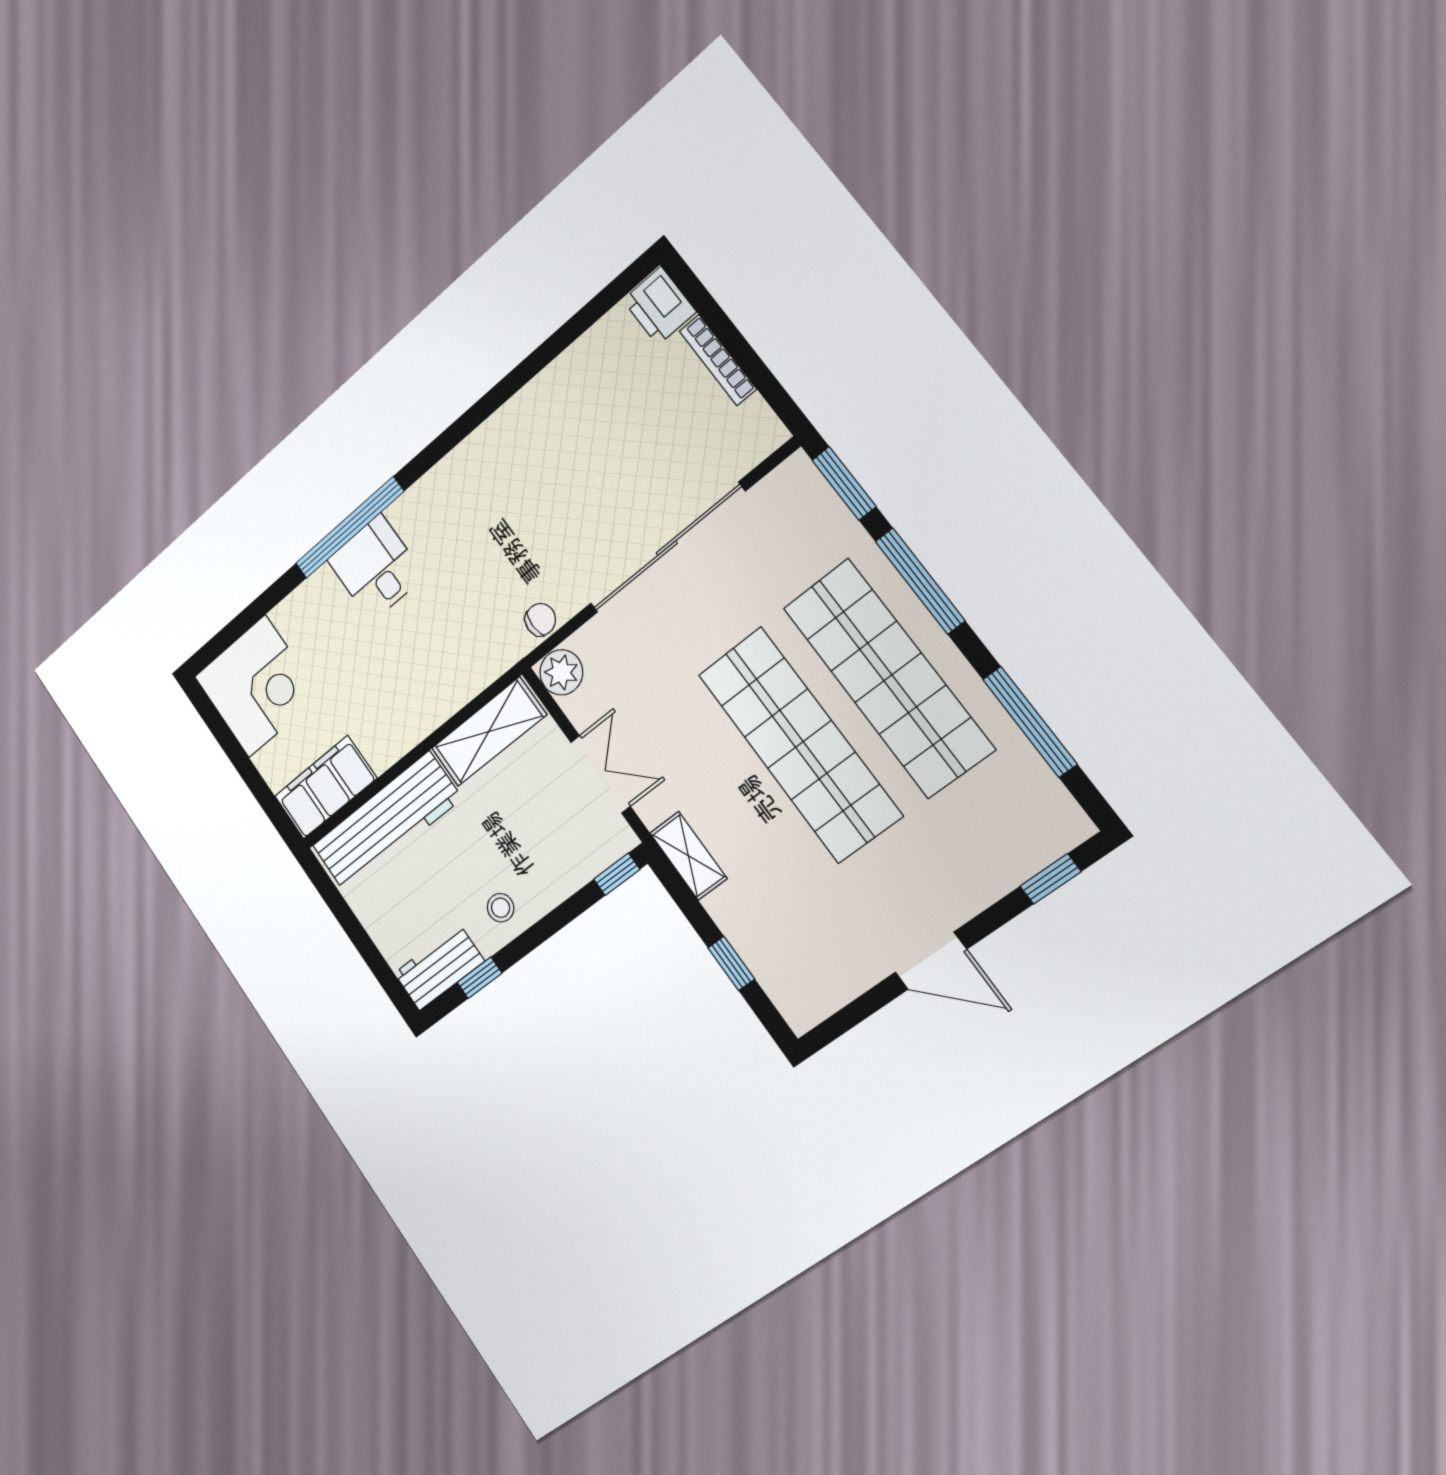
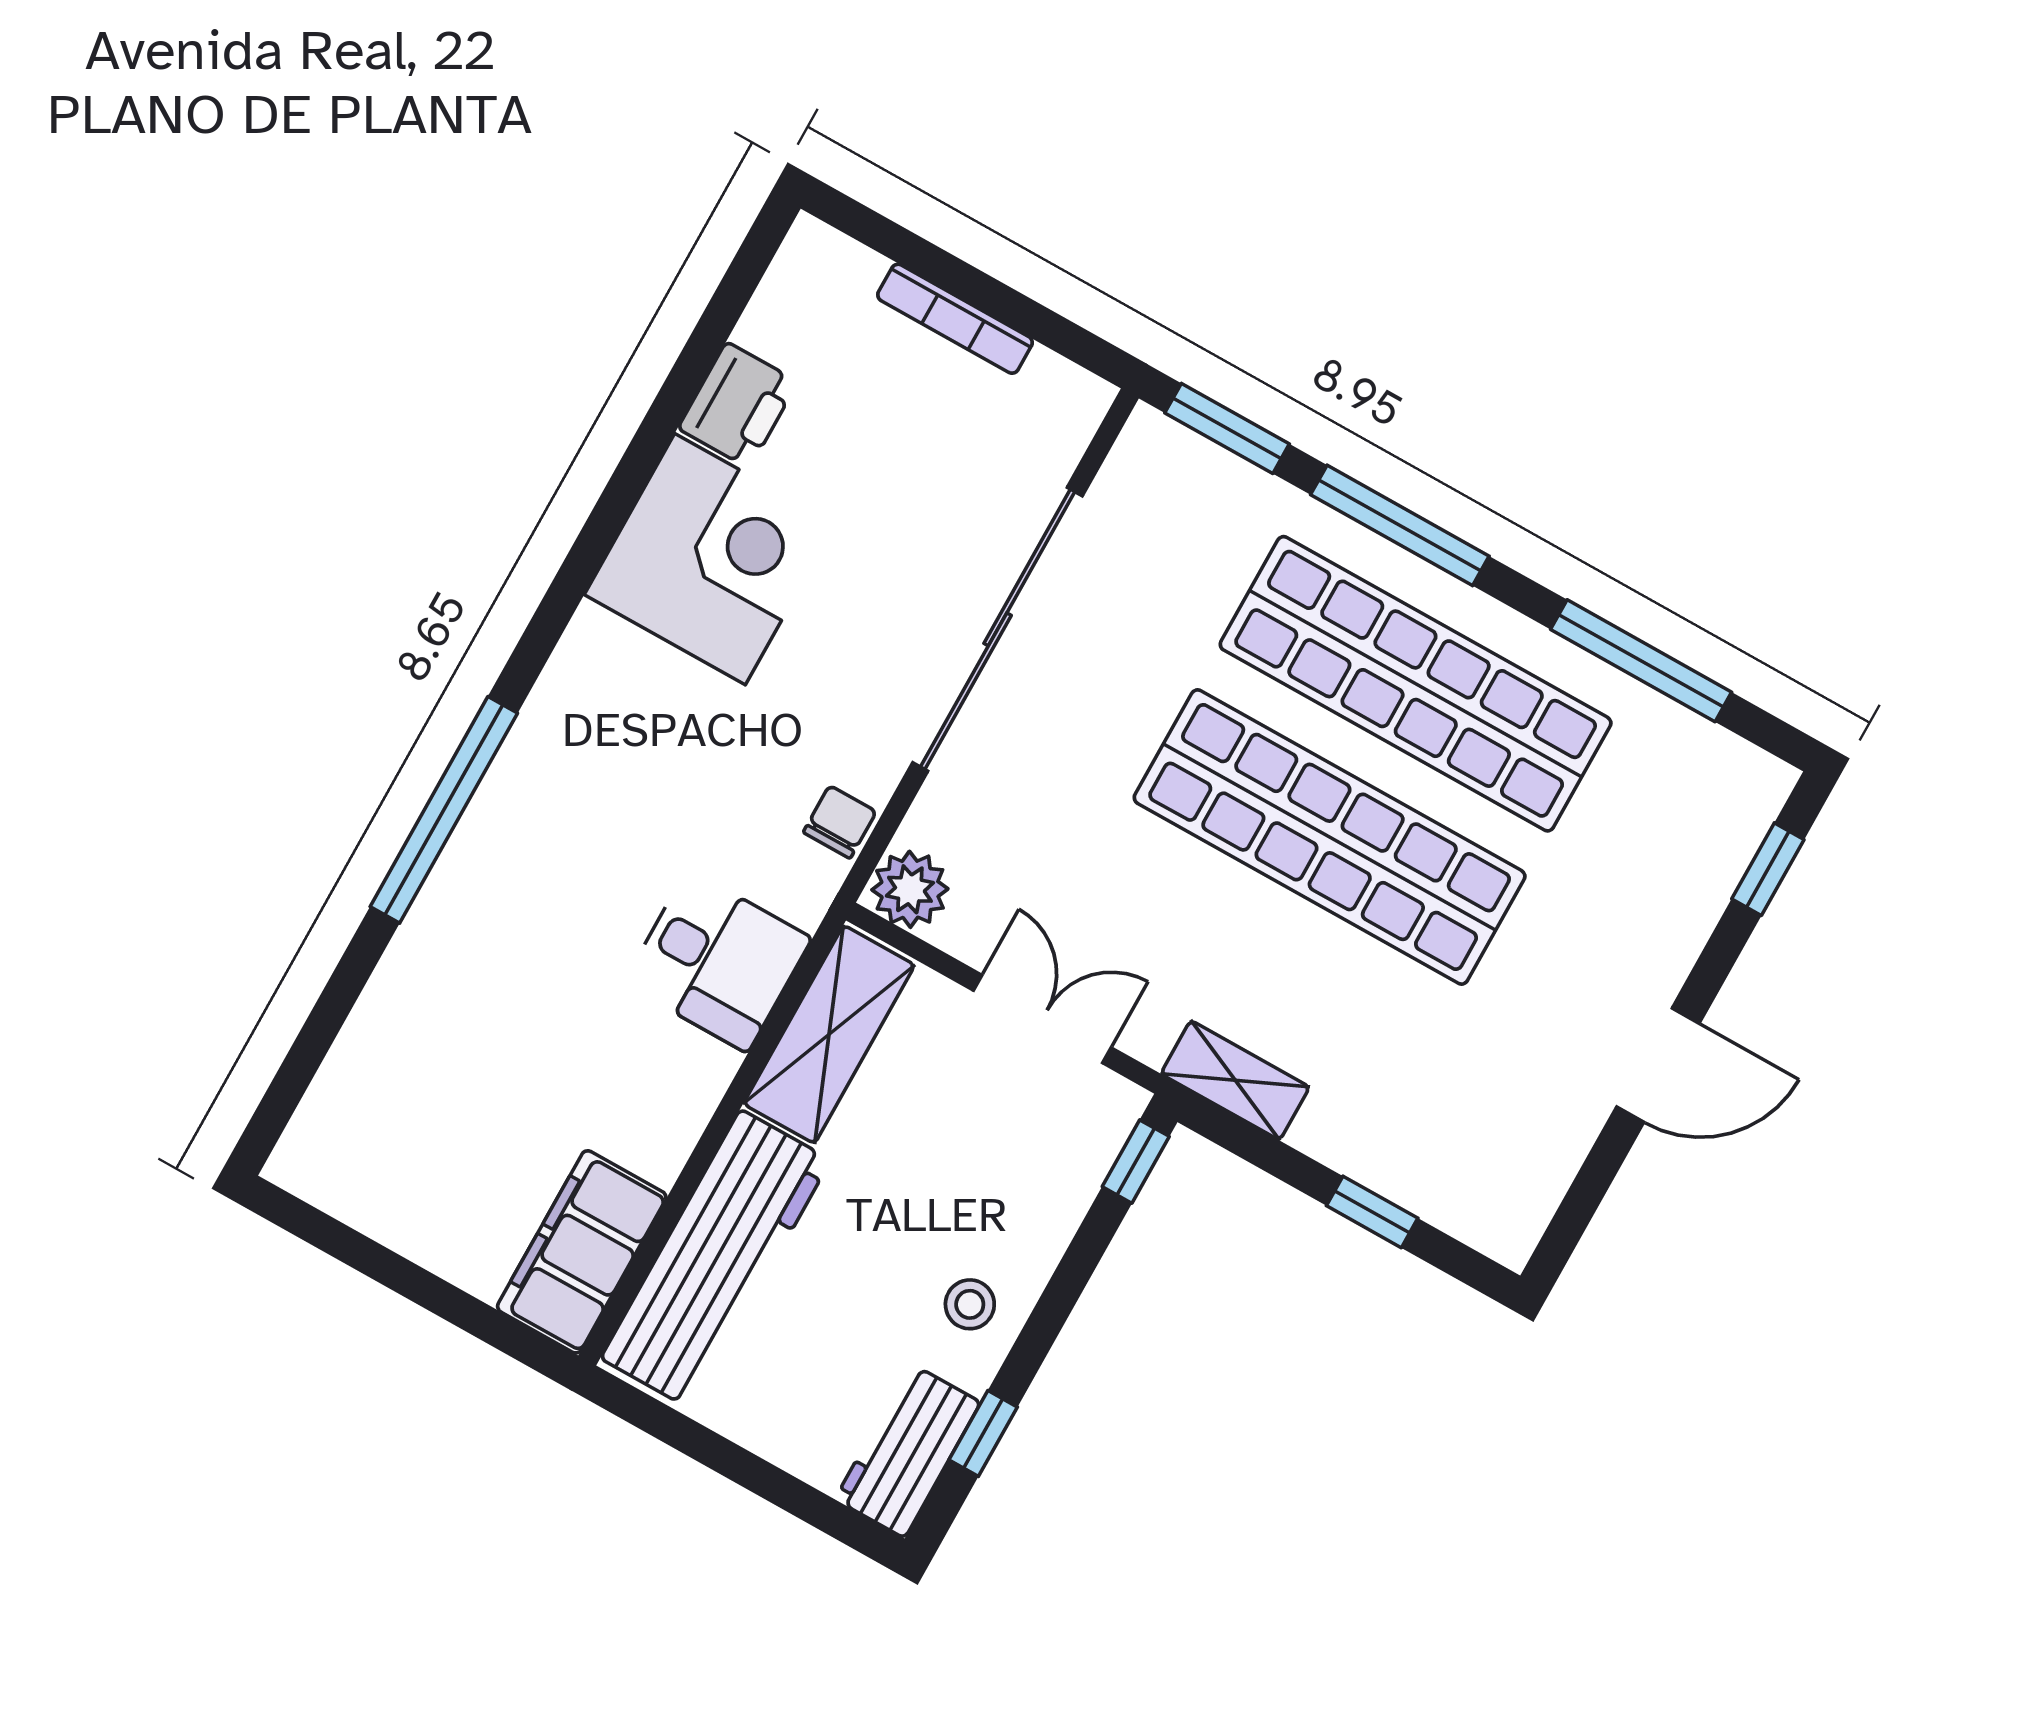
printer: (659, 306) -> (738, 405), moved, turned -90
desk: (376, 568) -> (718, 961), moved, turned 180
corner desk: (257, 686) -> (710, 559), moved

